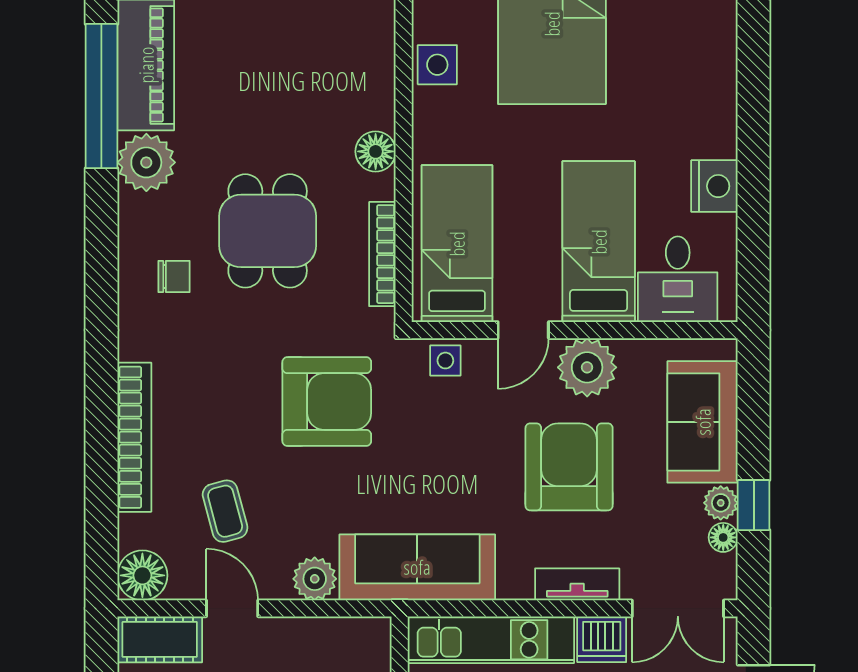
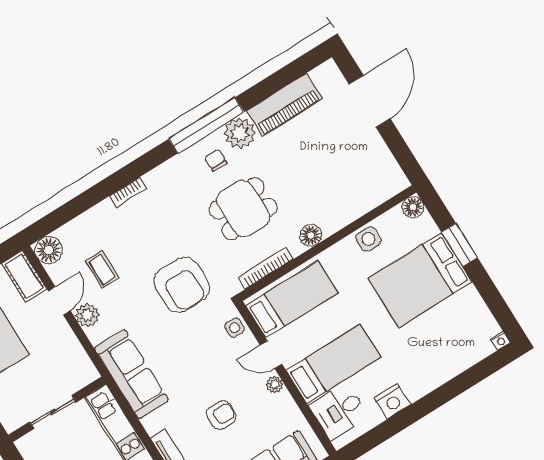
window: (101, 96) -> (206, 125), moved
chair: (174, 276) -> (216, 160), moved, turned 180
plant: (587, 367) -> (275, 385), width x0.53, depth x0.53
bookcase: (134, 437) -> (128, 193), width x0.43, depth x0.76
armchair: (569, 467) -> (221, 415), width x0.53, depth x0.53
coffee table: (225, 511) -> (102, 270), turned -75
plant: (315, 579) -> (87, 315), moved

